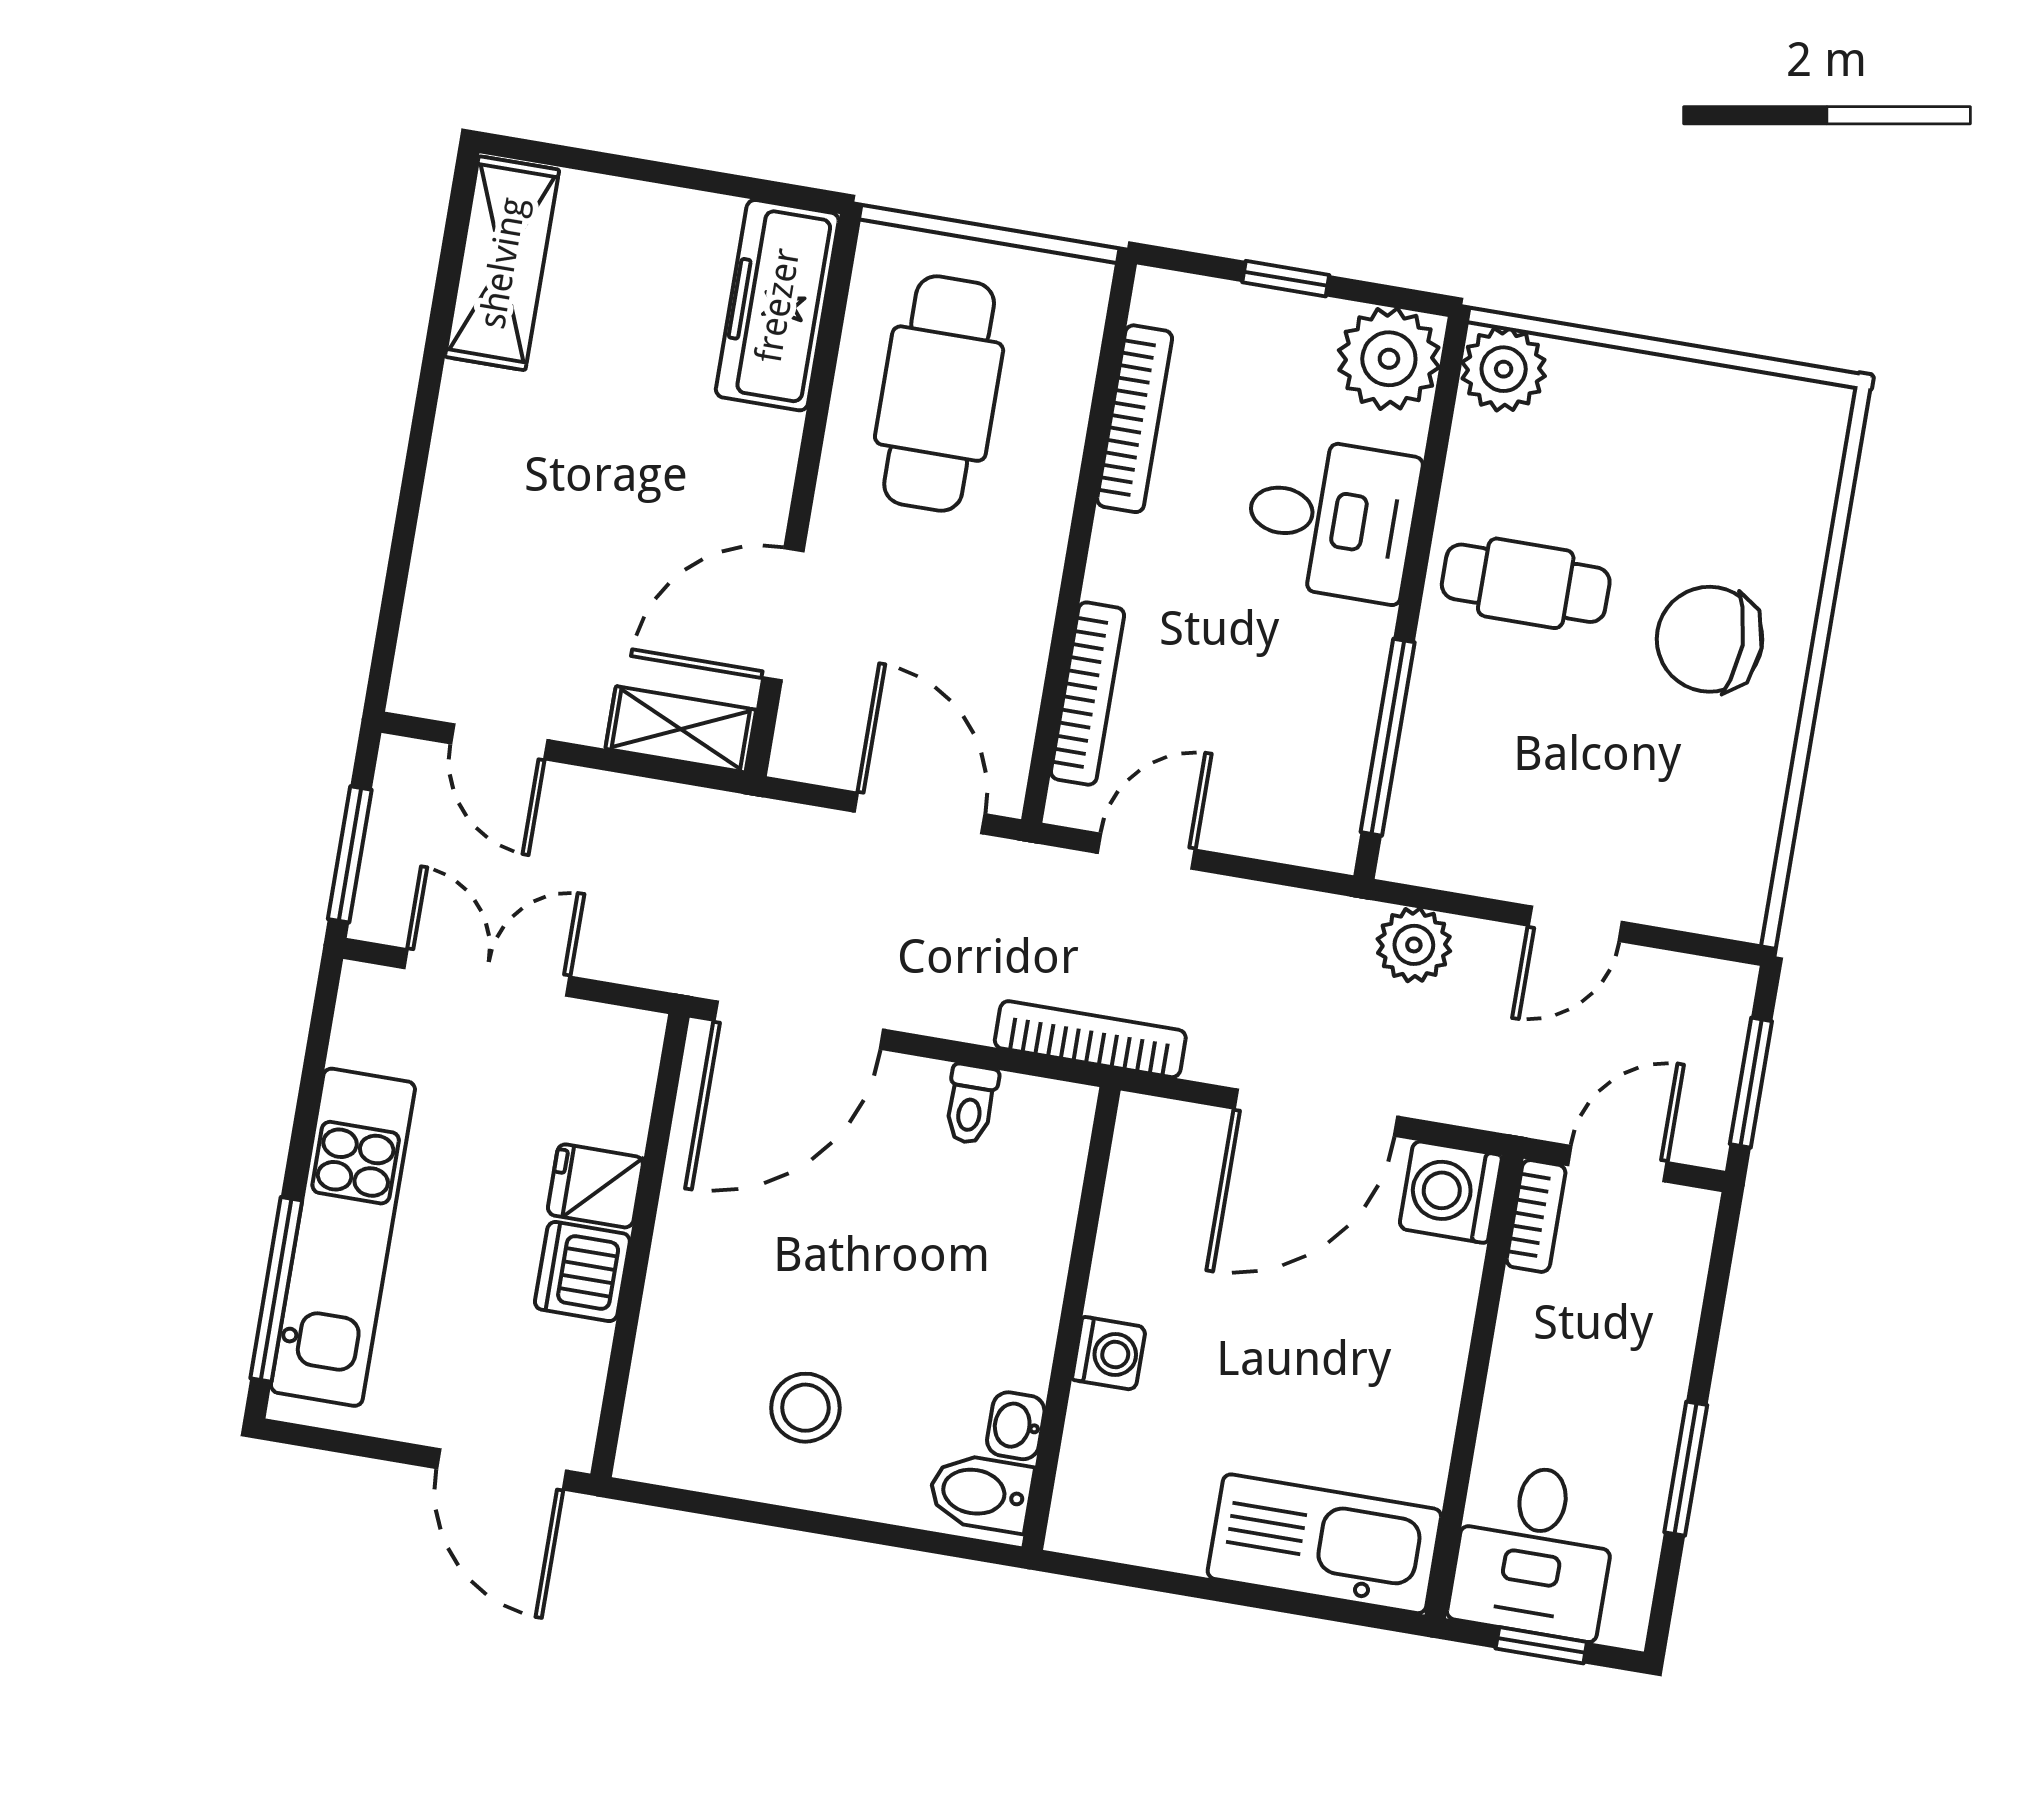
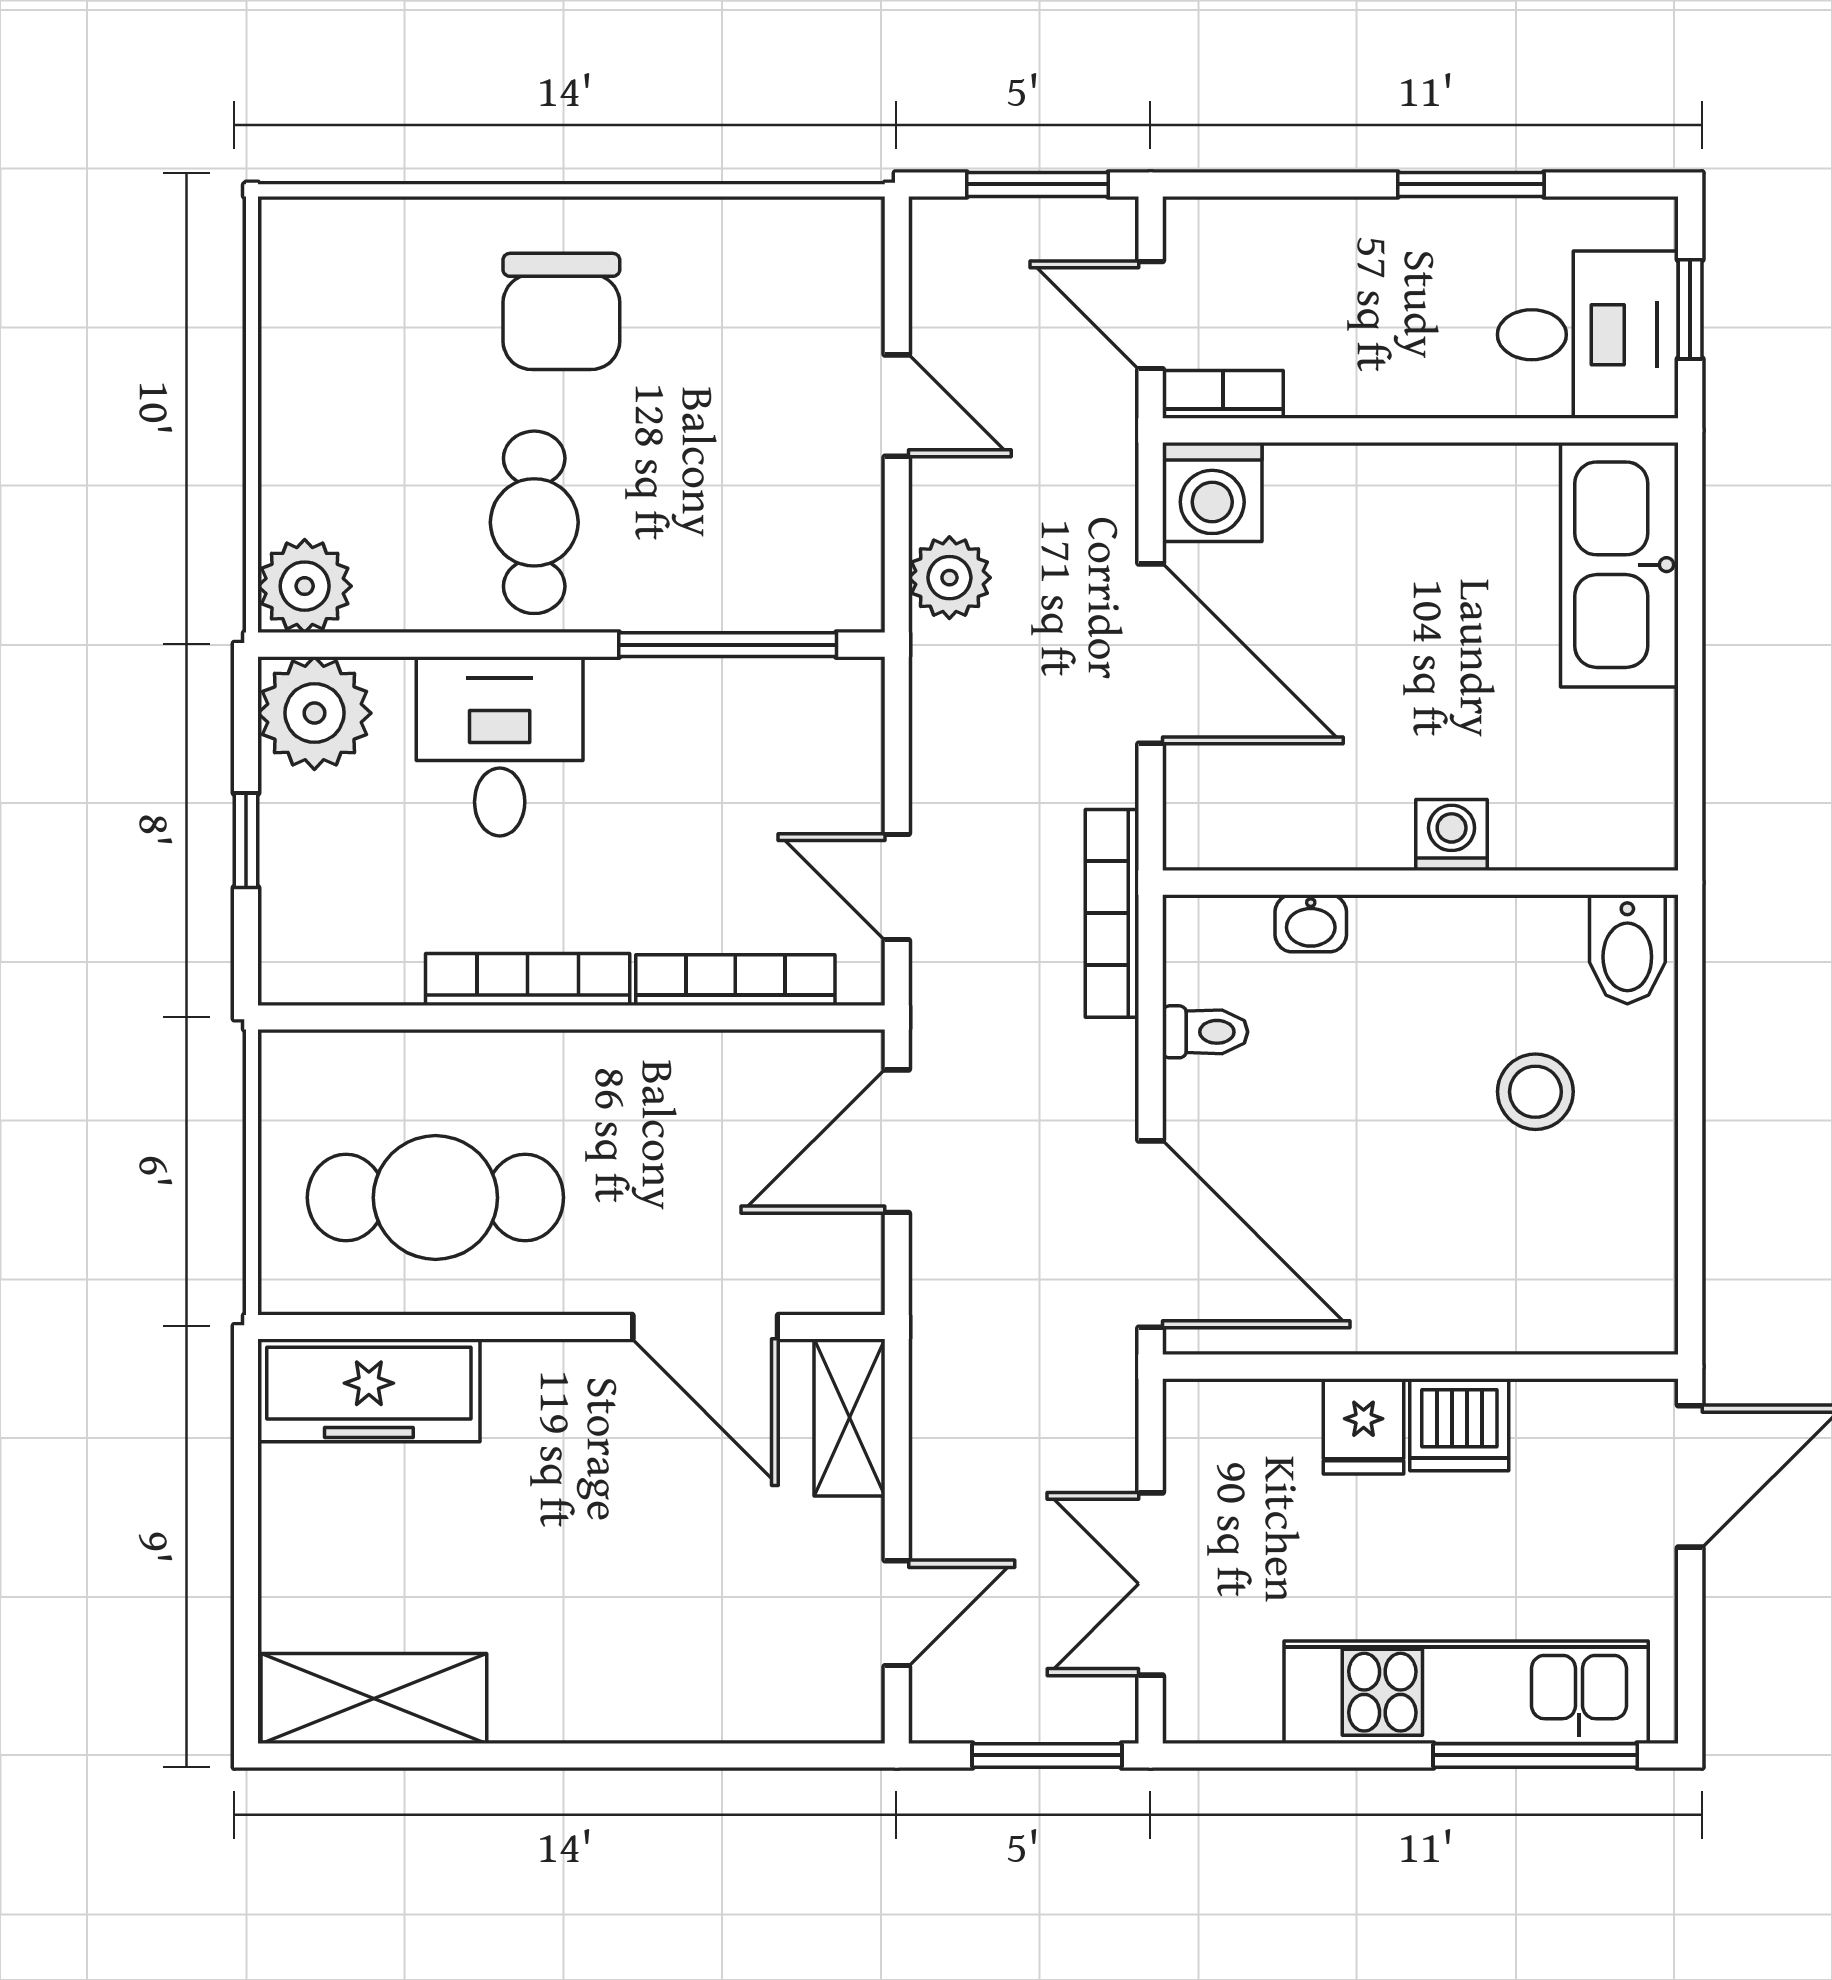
bookcase: (1135, 419) -> (528, 980), moved
stool: (805, 1408) -> (1535, 1092), moved
washbasin: (1016, 1426) -> (1311, 923), moved

